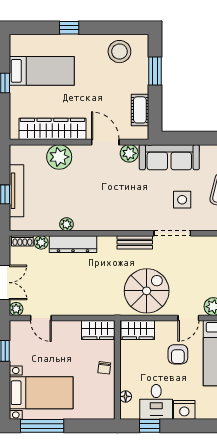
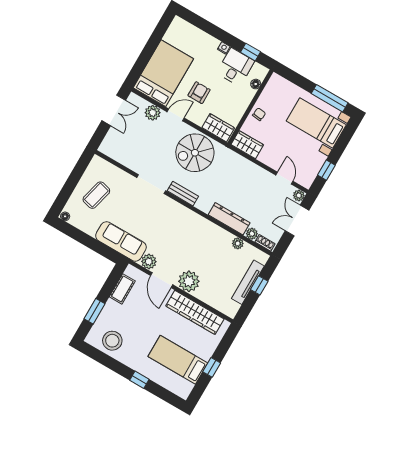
plant: (59, 157) -> (189, 281), moved
side table: (182, 200) -> (130, 205), removed
plant: (67, 224) -> (238, 243), moved
nightstand: (184, 410) -> (224, 48), width x0.53, depth x0.56

